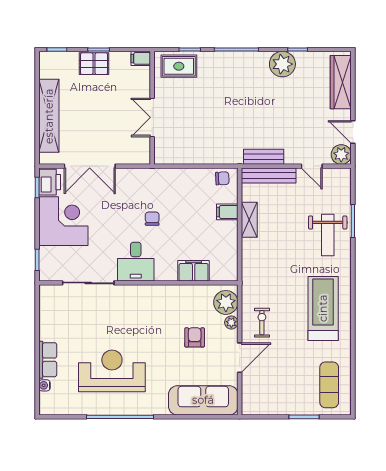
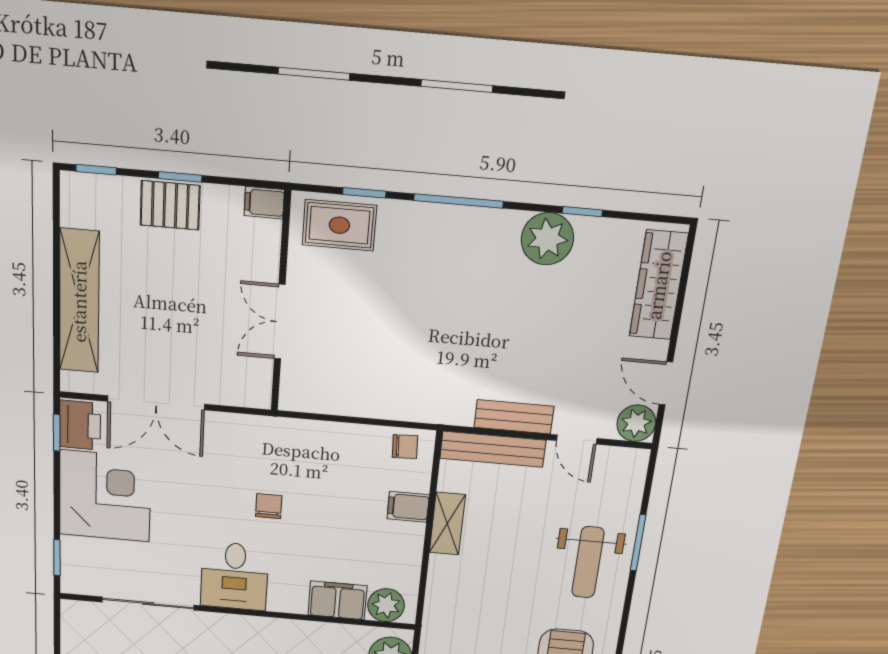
bench: (264, 157) -> (514, 417), moved
plant: (221, 271) -> (386, 605), added

